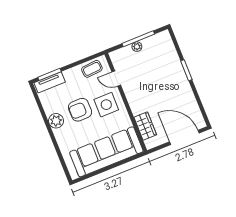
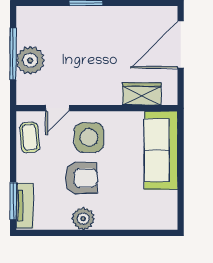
plant: (137, 47) -> (30, 60), width x1.88, depth x1.88
armchair: (80, 110) -> (81, 178), turned -90
sofa: (106, 152) -> (161, 150), width x0.74, depth x0.79

